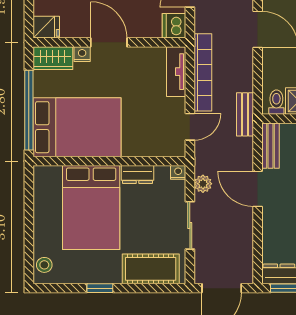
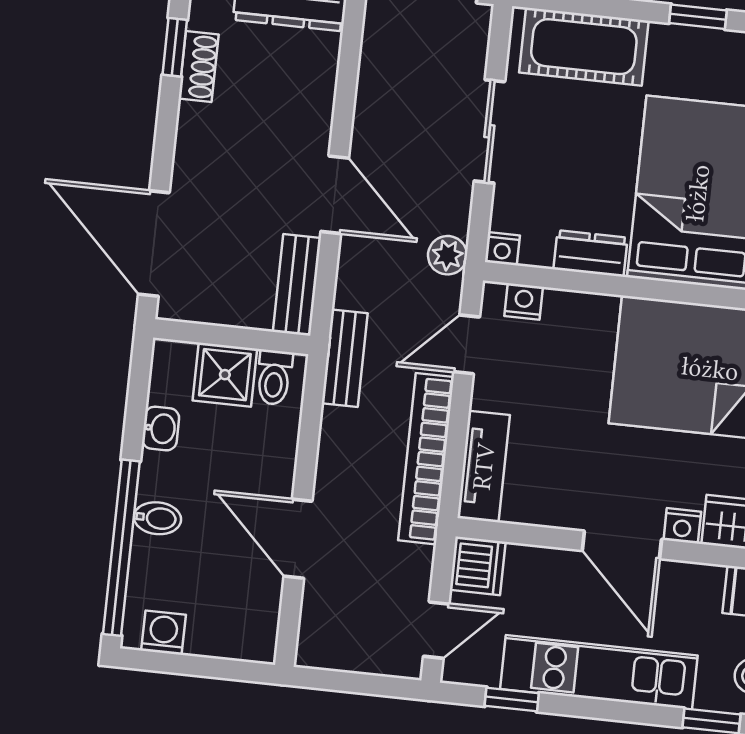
nightstand: (166, 149) -> (524, 301), added
plant: (203, 184) -> (447, 255), moved

